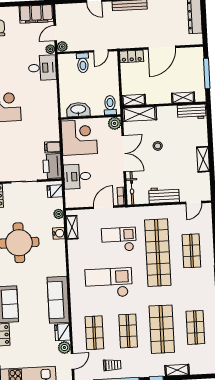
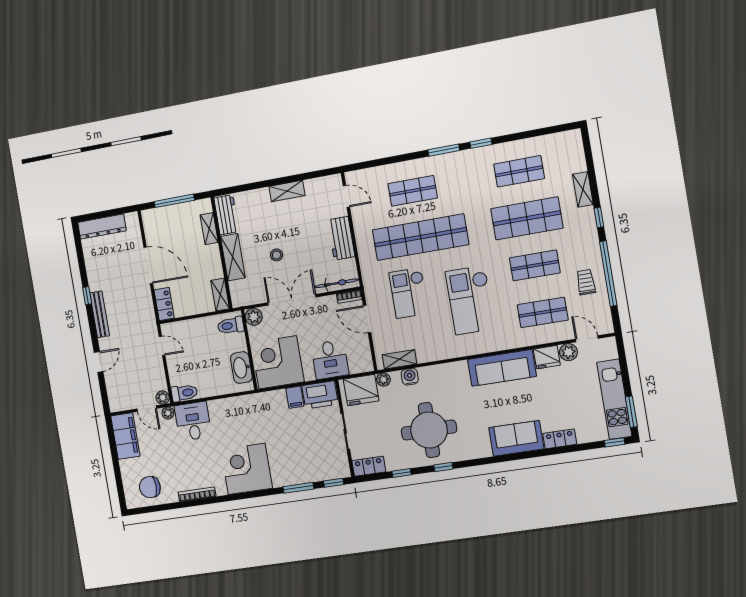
toilet: (83, 63) -> (184, 393), moved
shelving: (140, 114) -> (233, 257), moved
fridge: (55, 191) -> (361, 390), width x1.88, depth x1.34

